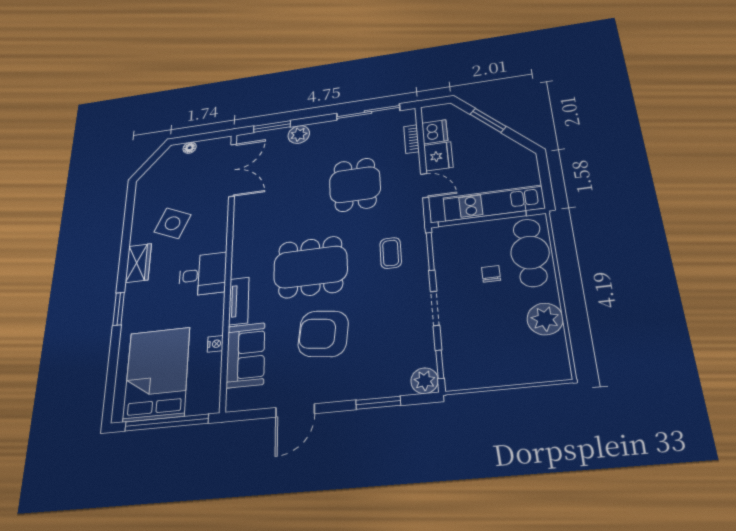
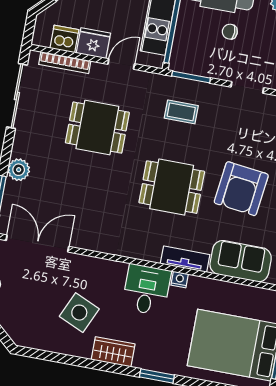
bookcase: (412, 139) -> (65, 63), width x1.56
dining table: (310, 267) -> (172, 187), width x0.73
nightstand: (215, 344) -> (180, 280), moved

